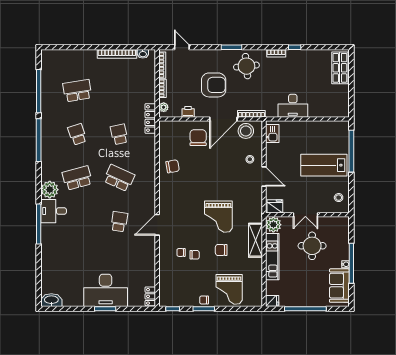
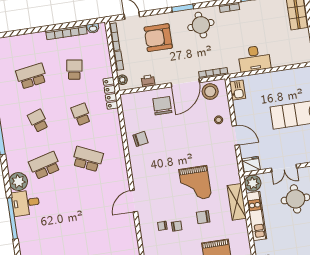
armchair: (214, 85) -> (158, 38), moved, turned 180
school desk: (119, 222) -> (74, 70), moved

